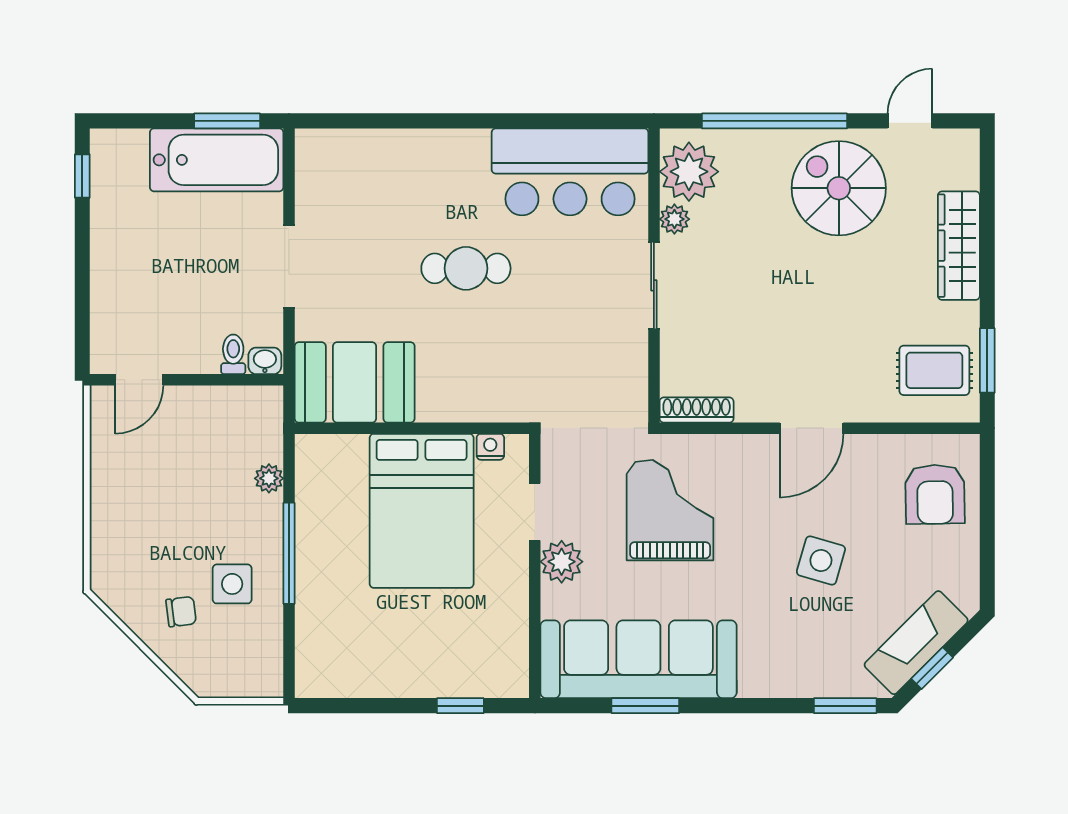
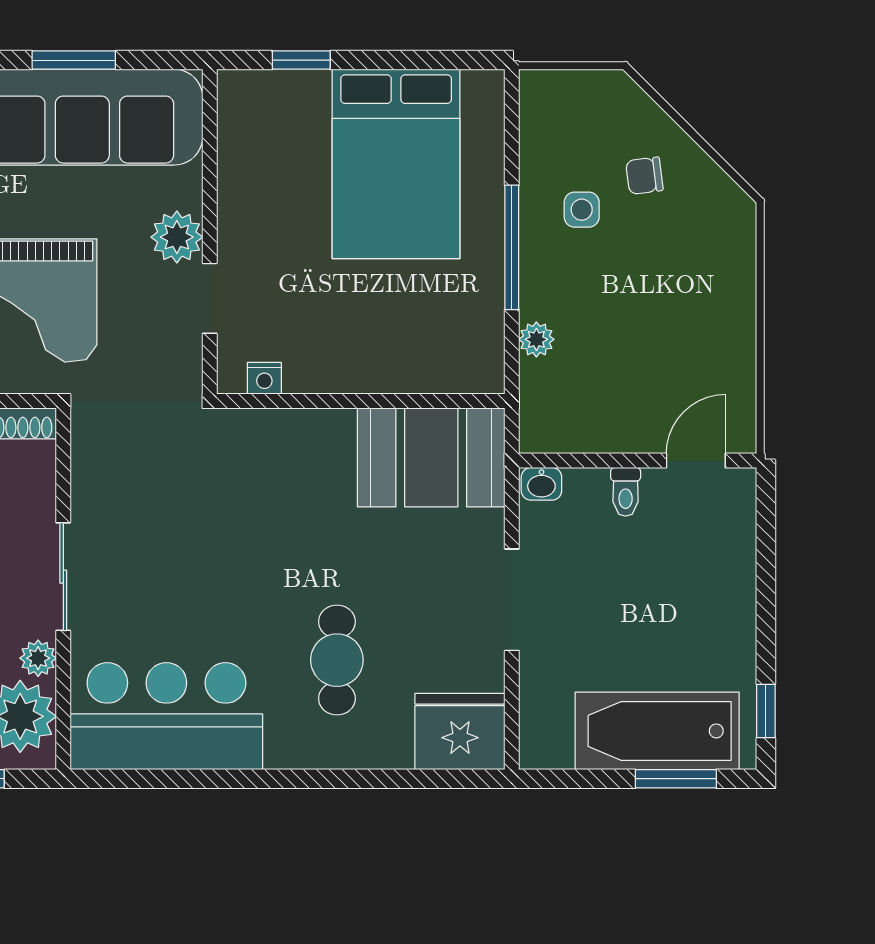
window: (227, 121) -> (676, 779), moved
fridge: (331, 159) -> (460, 731), added
bathtub: (217, 160) -> (657, 731), moved
cafe table: (466, 268) -> (337, 660), moved, turned 90
toilet: (233, 354) -> (626, 492), moved
bed: (422, 511) -> (396, 164), moved, turned 180
side table: (232, 584) -> (582, 210), width x0.73, depth x0.73

